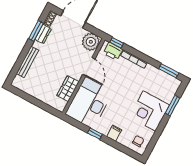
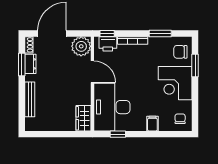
window: (169, 71) -> (160, 34), moved
chair: (167, 88) -> (180, 52), added
wardrobe: (68, 89) -> (84, 118), moved
window: (95, 134) -> (118, 134), moved

